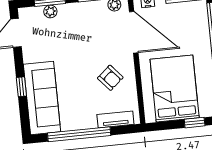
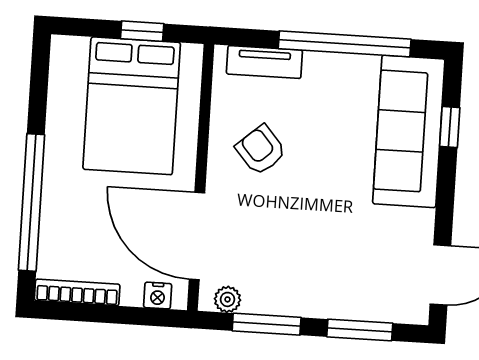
plant: (50, 11) -> (362, 307), removed
window: (21, 87) -> (450, 127), moved
window: (195, 123) -> (142, 31), moved

